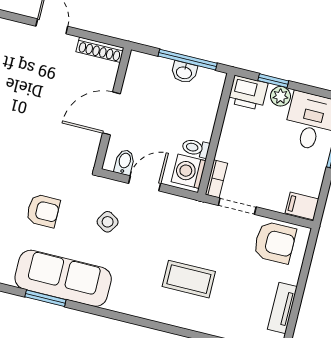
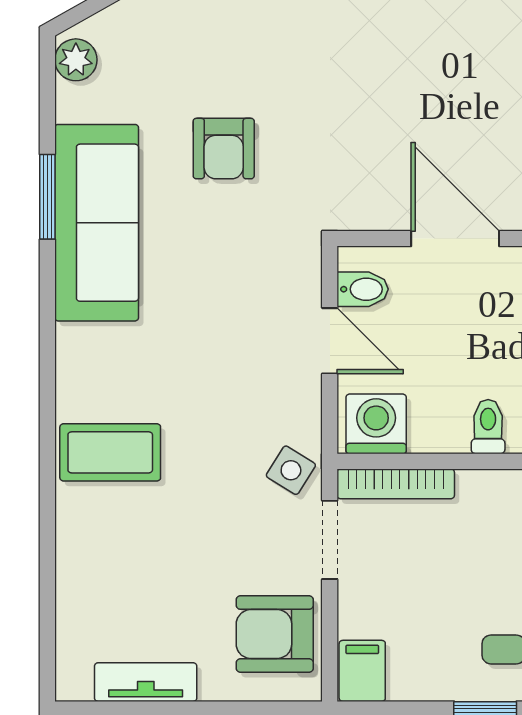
toilet: (196, 148) -> (488, 427), moved
bookcase: (216, 179) -> (396, 484), width x1.56
side table: (108, 222) -> (291, 470), moved
armchair: (275, 242) -> (275, 634), turned 90
coffee table: (189, 279) -> (110, 452), moved, turned 90

